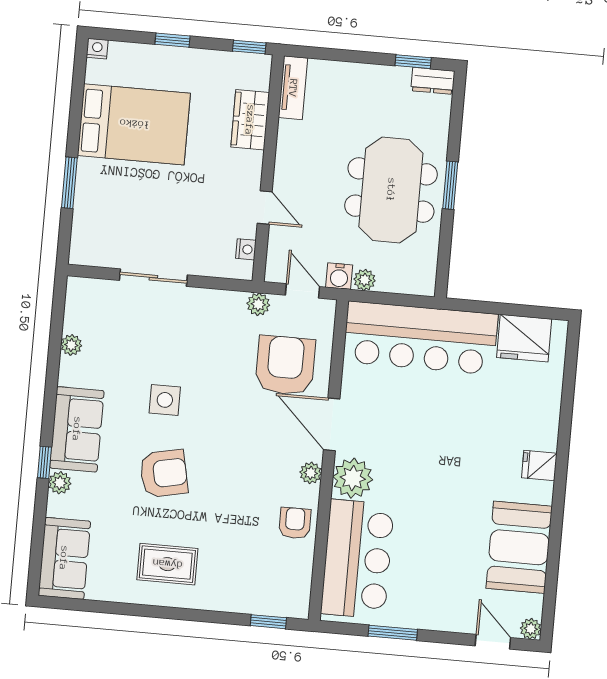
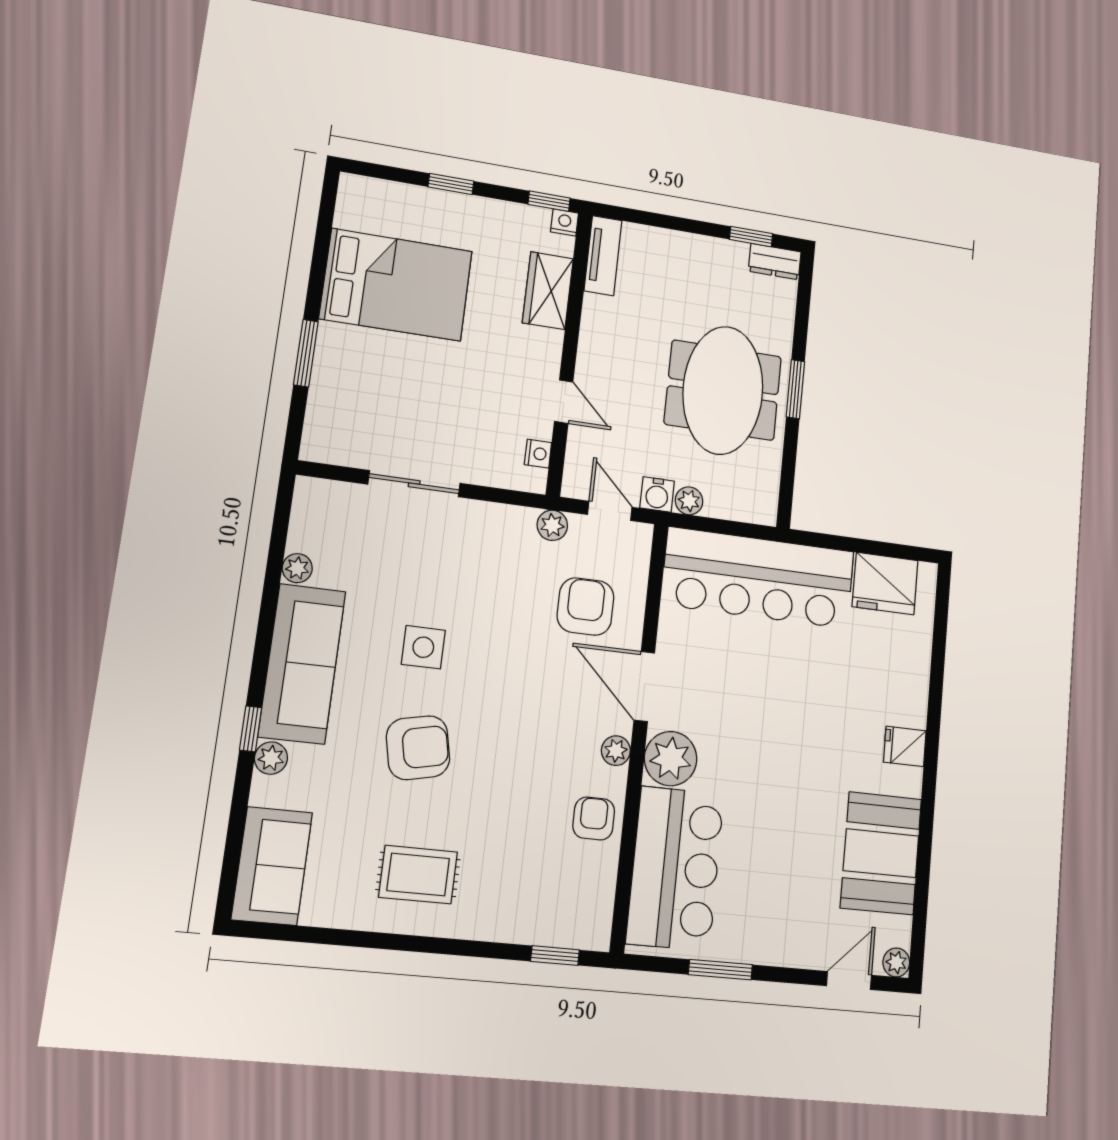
nightstand: (97, 49) -> (565, 222), moved
armchair: (285, 365) -> (586, 607), width x0.73, depth x0.73
sofa: (77, 429) -> (302, 664), width x1.36
door: (493, 642) -> (849, 981), hinge flipped

